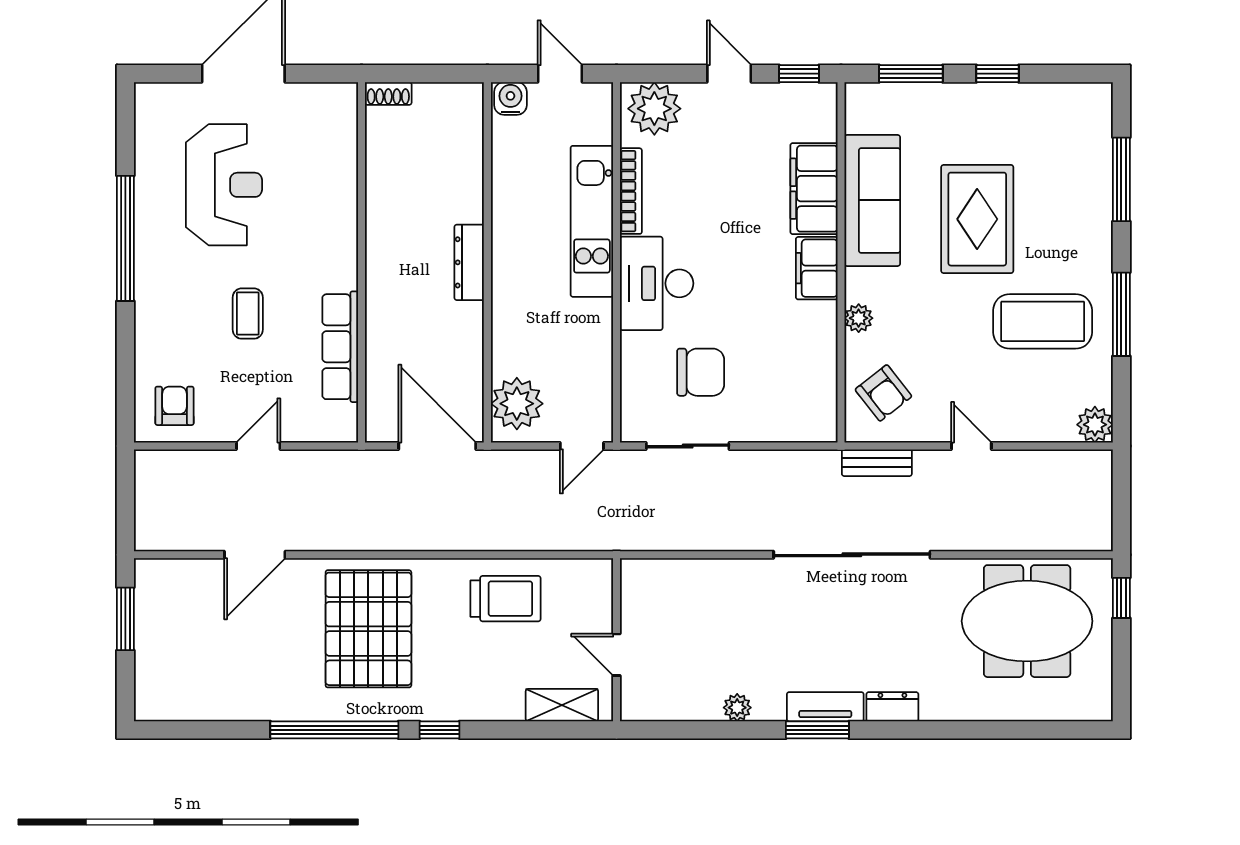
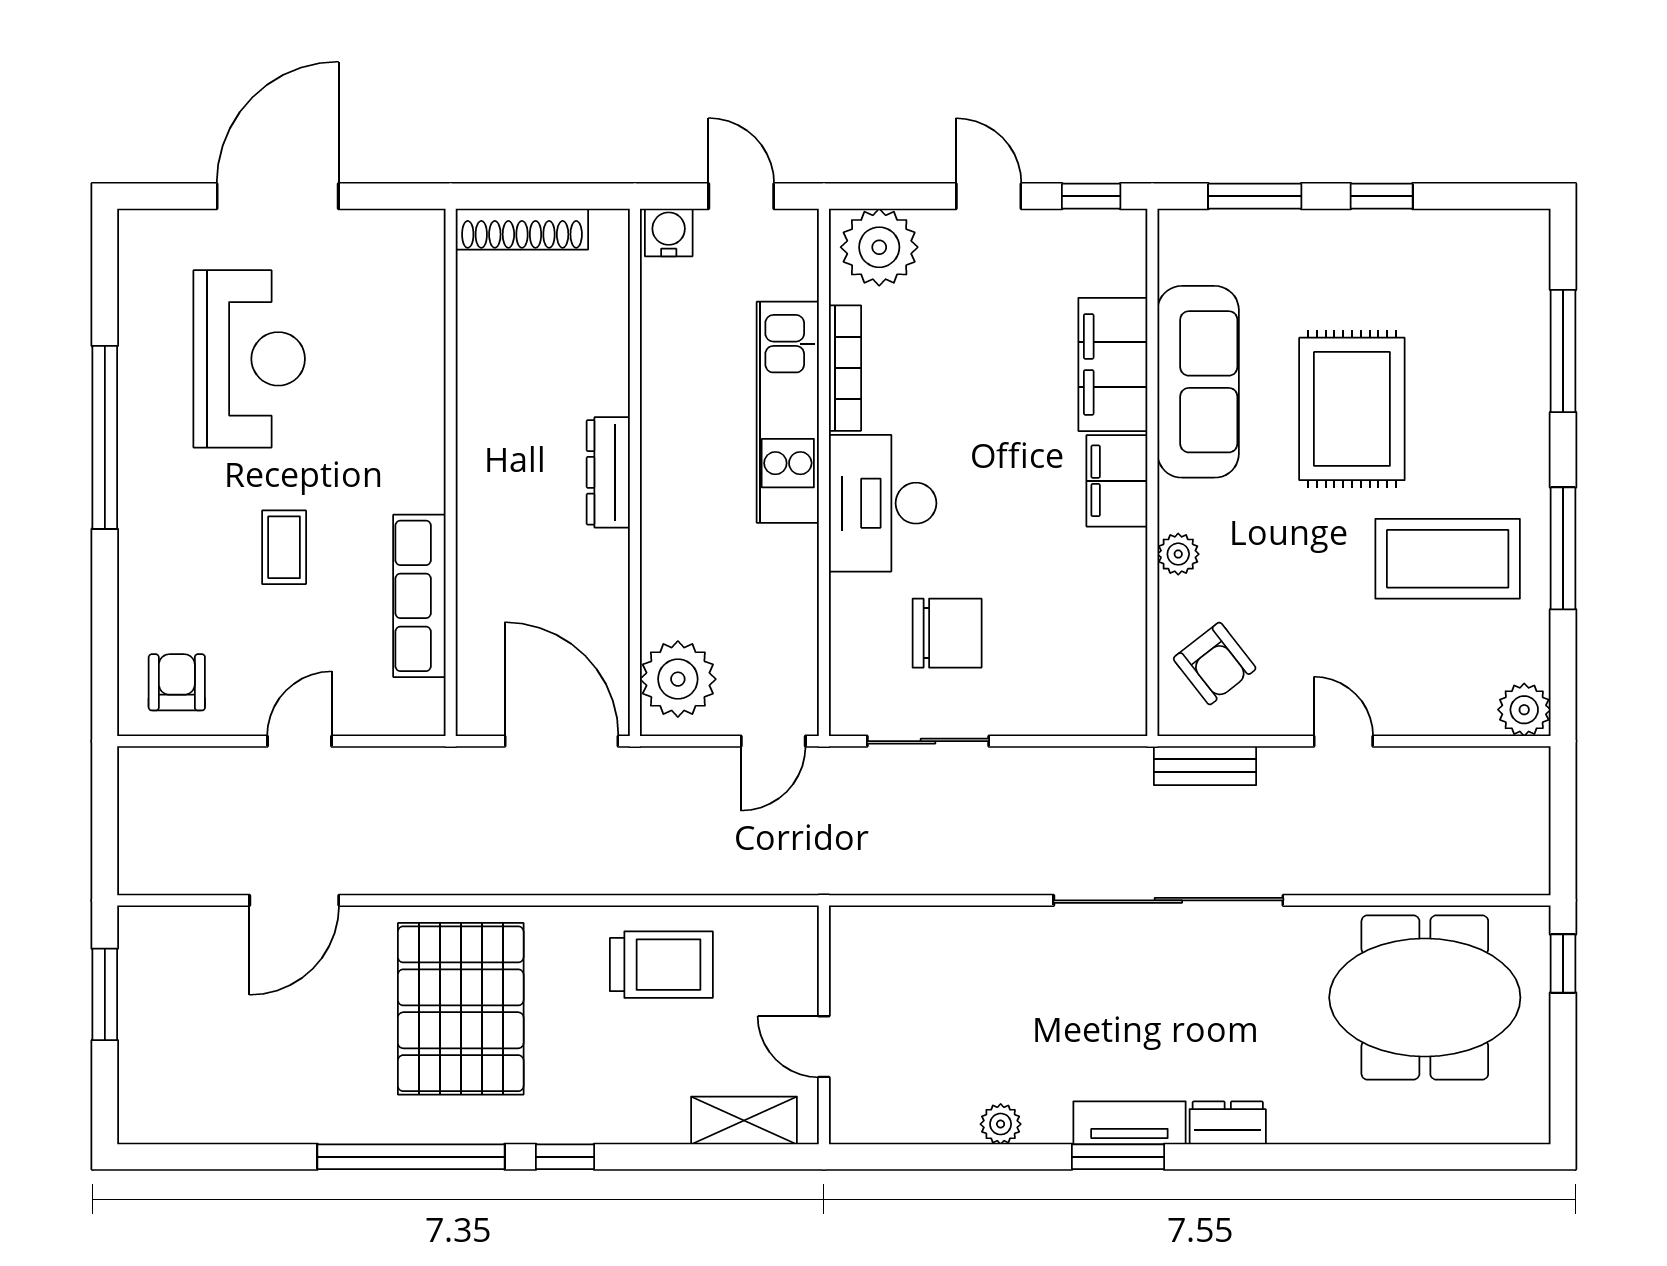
shoe rack: (388, 93) -> (522, 229), width x1.94, depth x1.24

